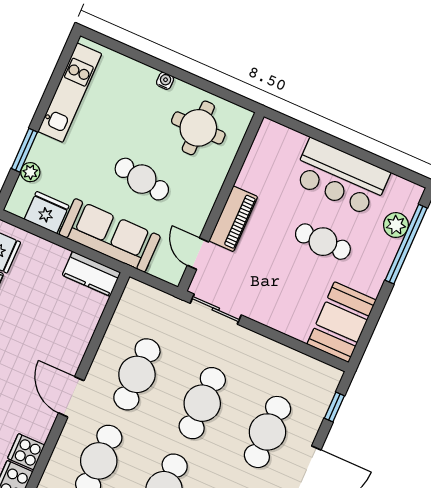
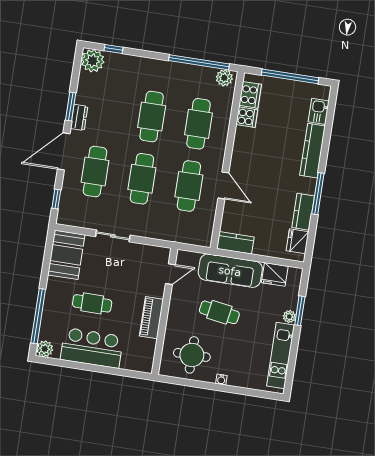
plant: (30, 172) -> (289, 316), moved
piano: (233, 219) -> (151, 318), moved
plant: (396, 225) -> (45, 349), moved
door: (198, 254) -> (170, 274), hinge flipped
sliding door: (216, 309) -> (113, 236), moved
door: (71, 397) -> (223, 185), moved

